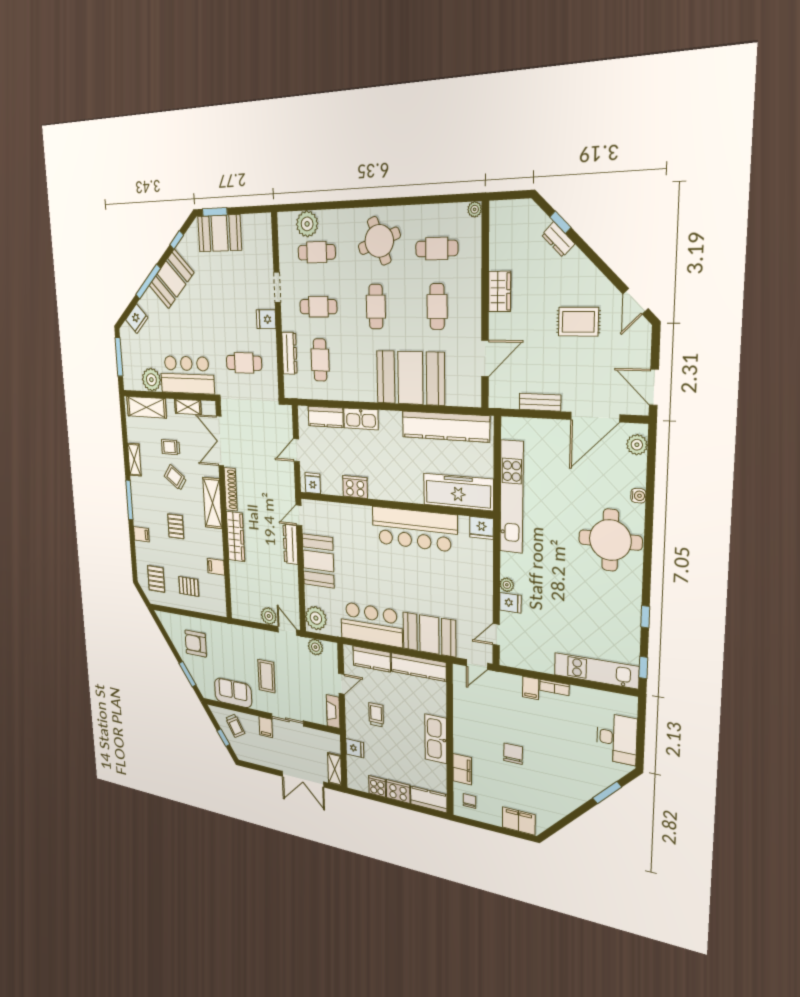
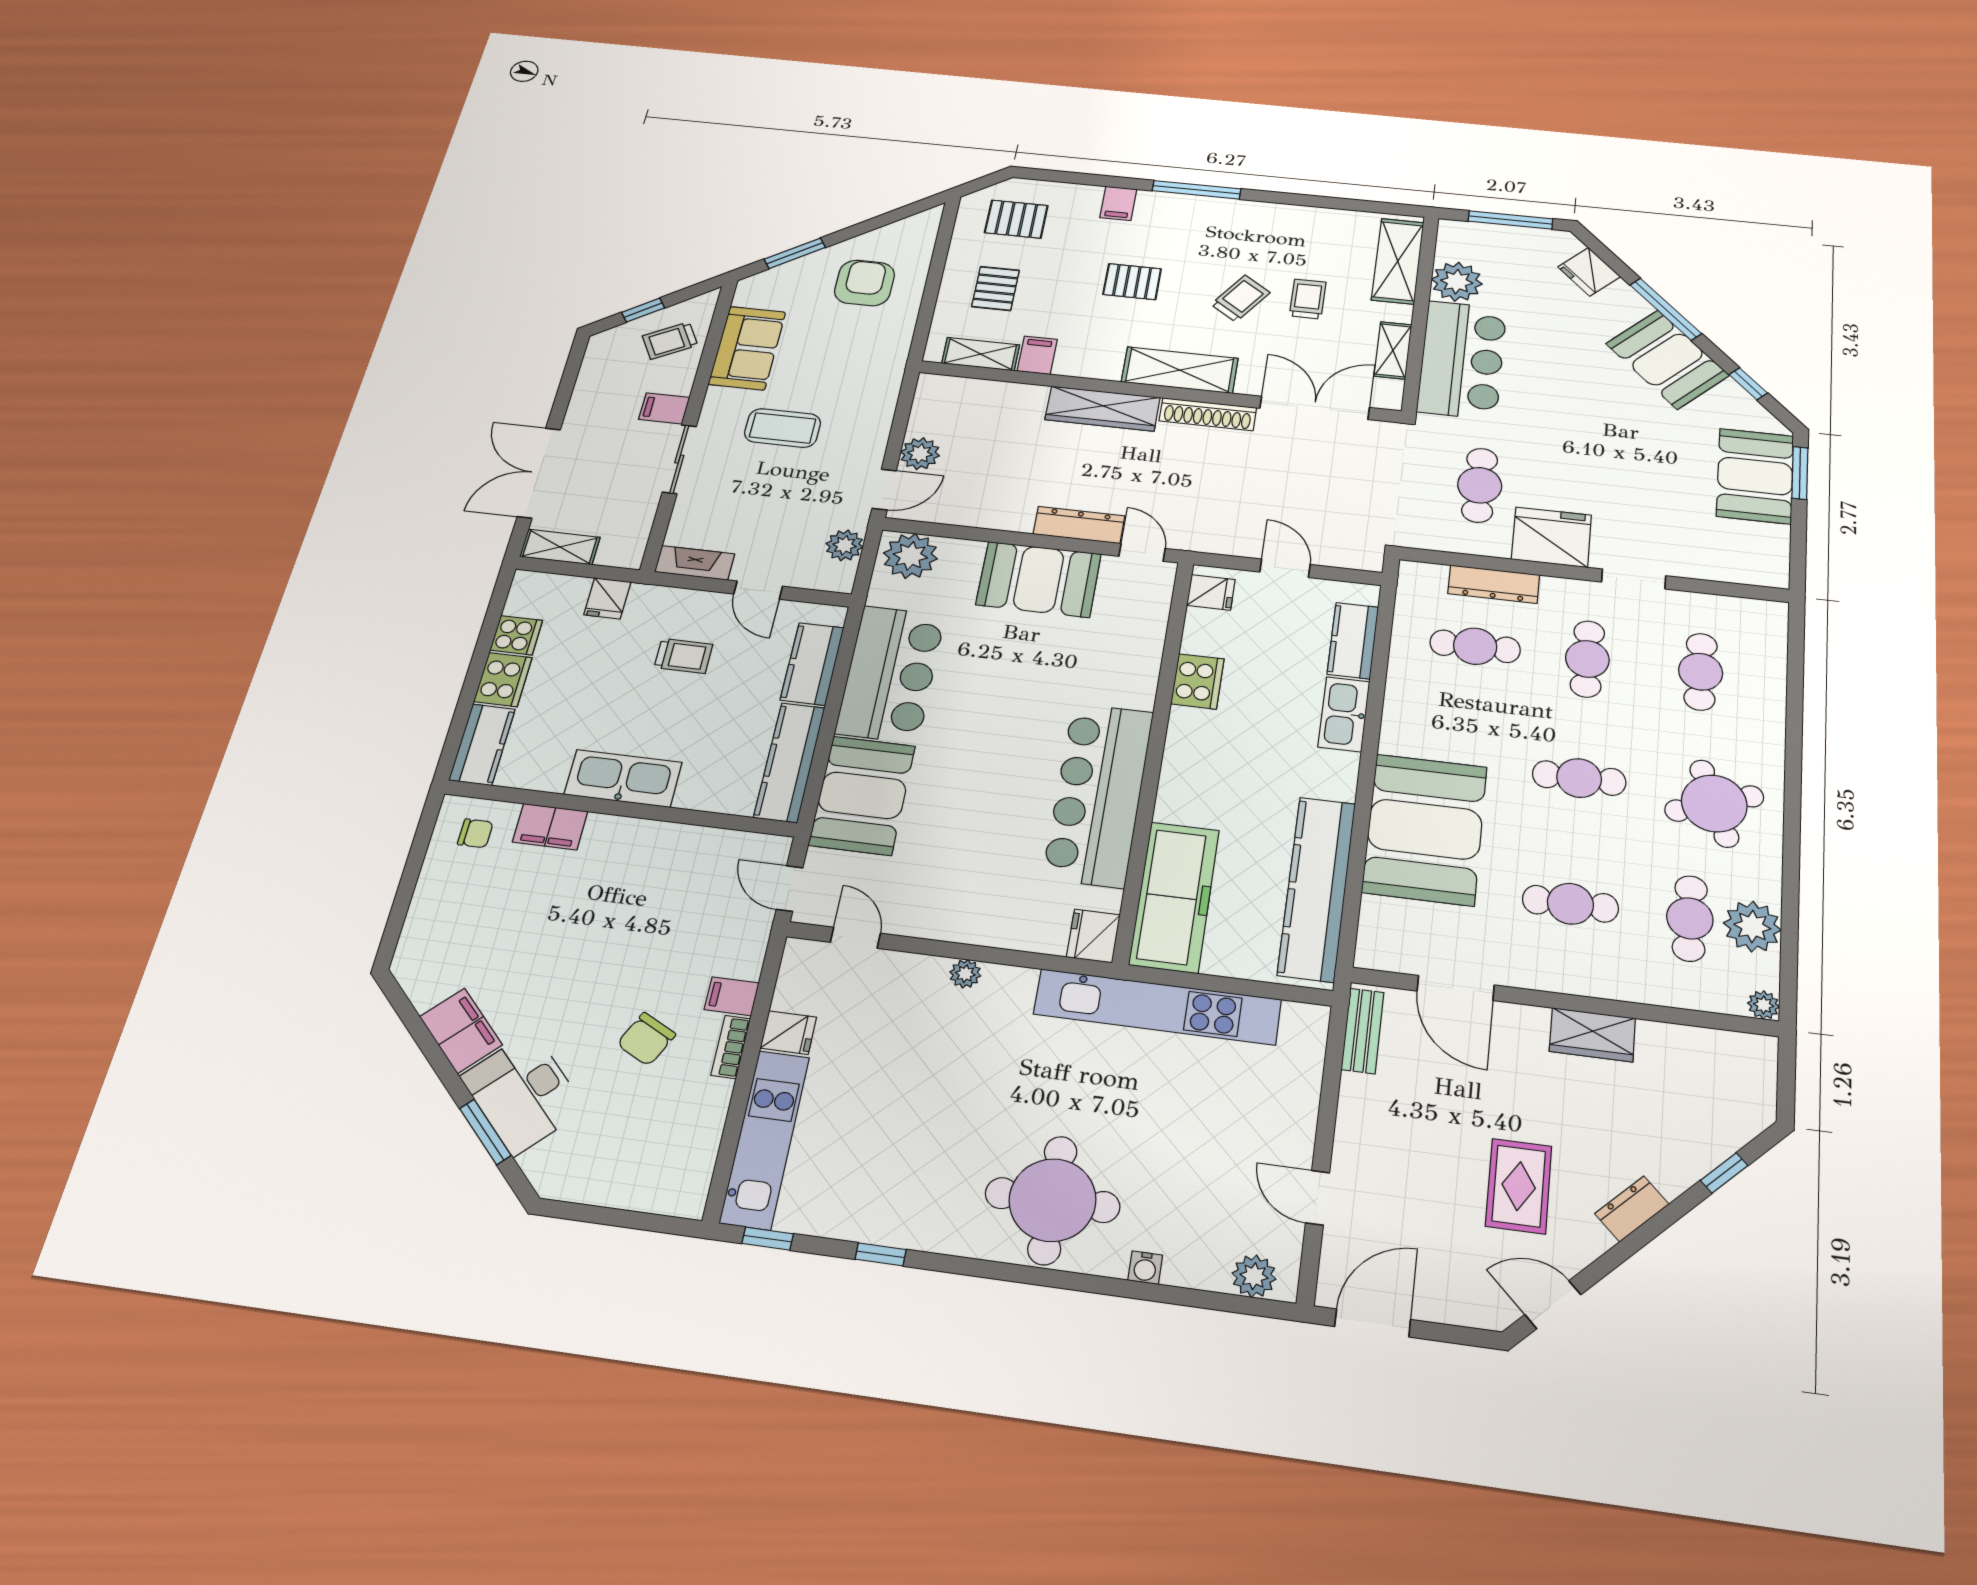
plant: (307, 224) -> (1752, 926), moved
dresser: (558, 239) -> (1632, 1209), moved
fridge: (266, 319) -> (1551, 537), width x1.88, depth x1.34
bench: (540, 402) -> (1363, 1031), moved
door: (595, 417) -> (1318, 1198), width x0.53
shelving: (134, 460) -> (981, 354), moved
fridge: (510, 603) -> (788, 1033), moved, turned -90
desk: (617, 739) -> (523, 1093), moved, turned 45
chair: (513, 754) -> (646, 1039), moved, turned 117
filing cabinet: (519, 821) -> (461, 1031), moved, turned -45

